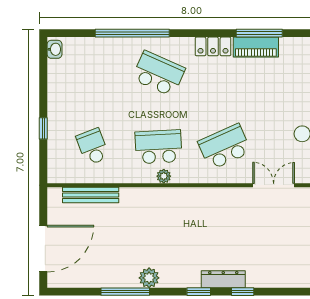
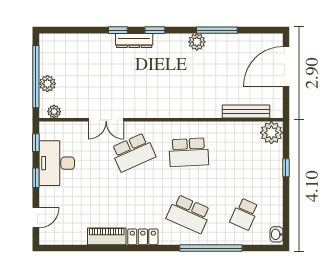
window: (259, 33) -> (104, 248), removed
school desk: (93, 147) -> (244, 214), moved, turned 45
plant: (164, 176) -> (271, 133), moved, width x1.88, depth x1.88
double door: (274, 185) -> (106, 120), moved

